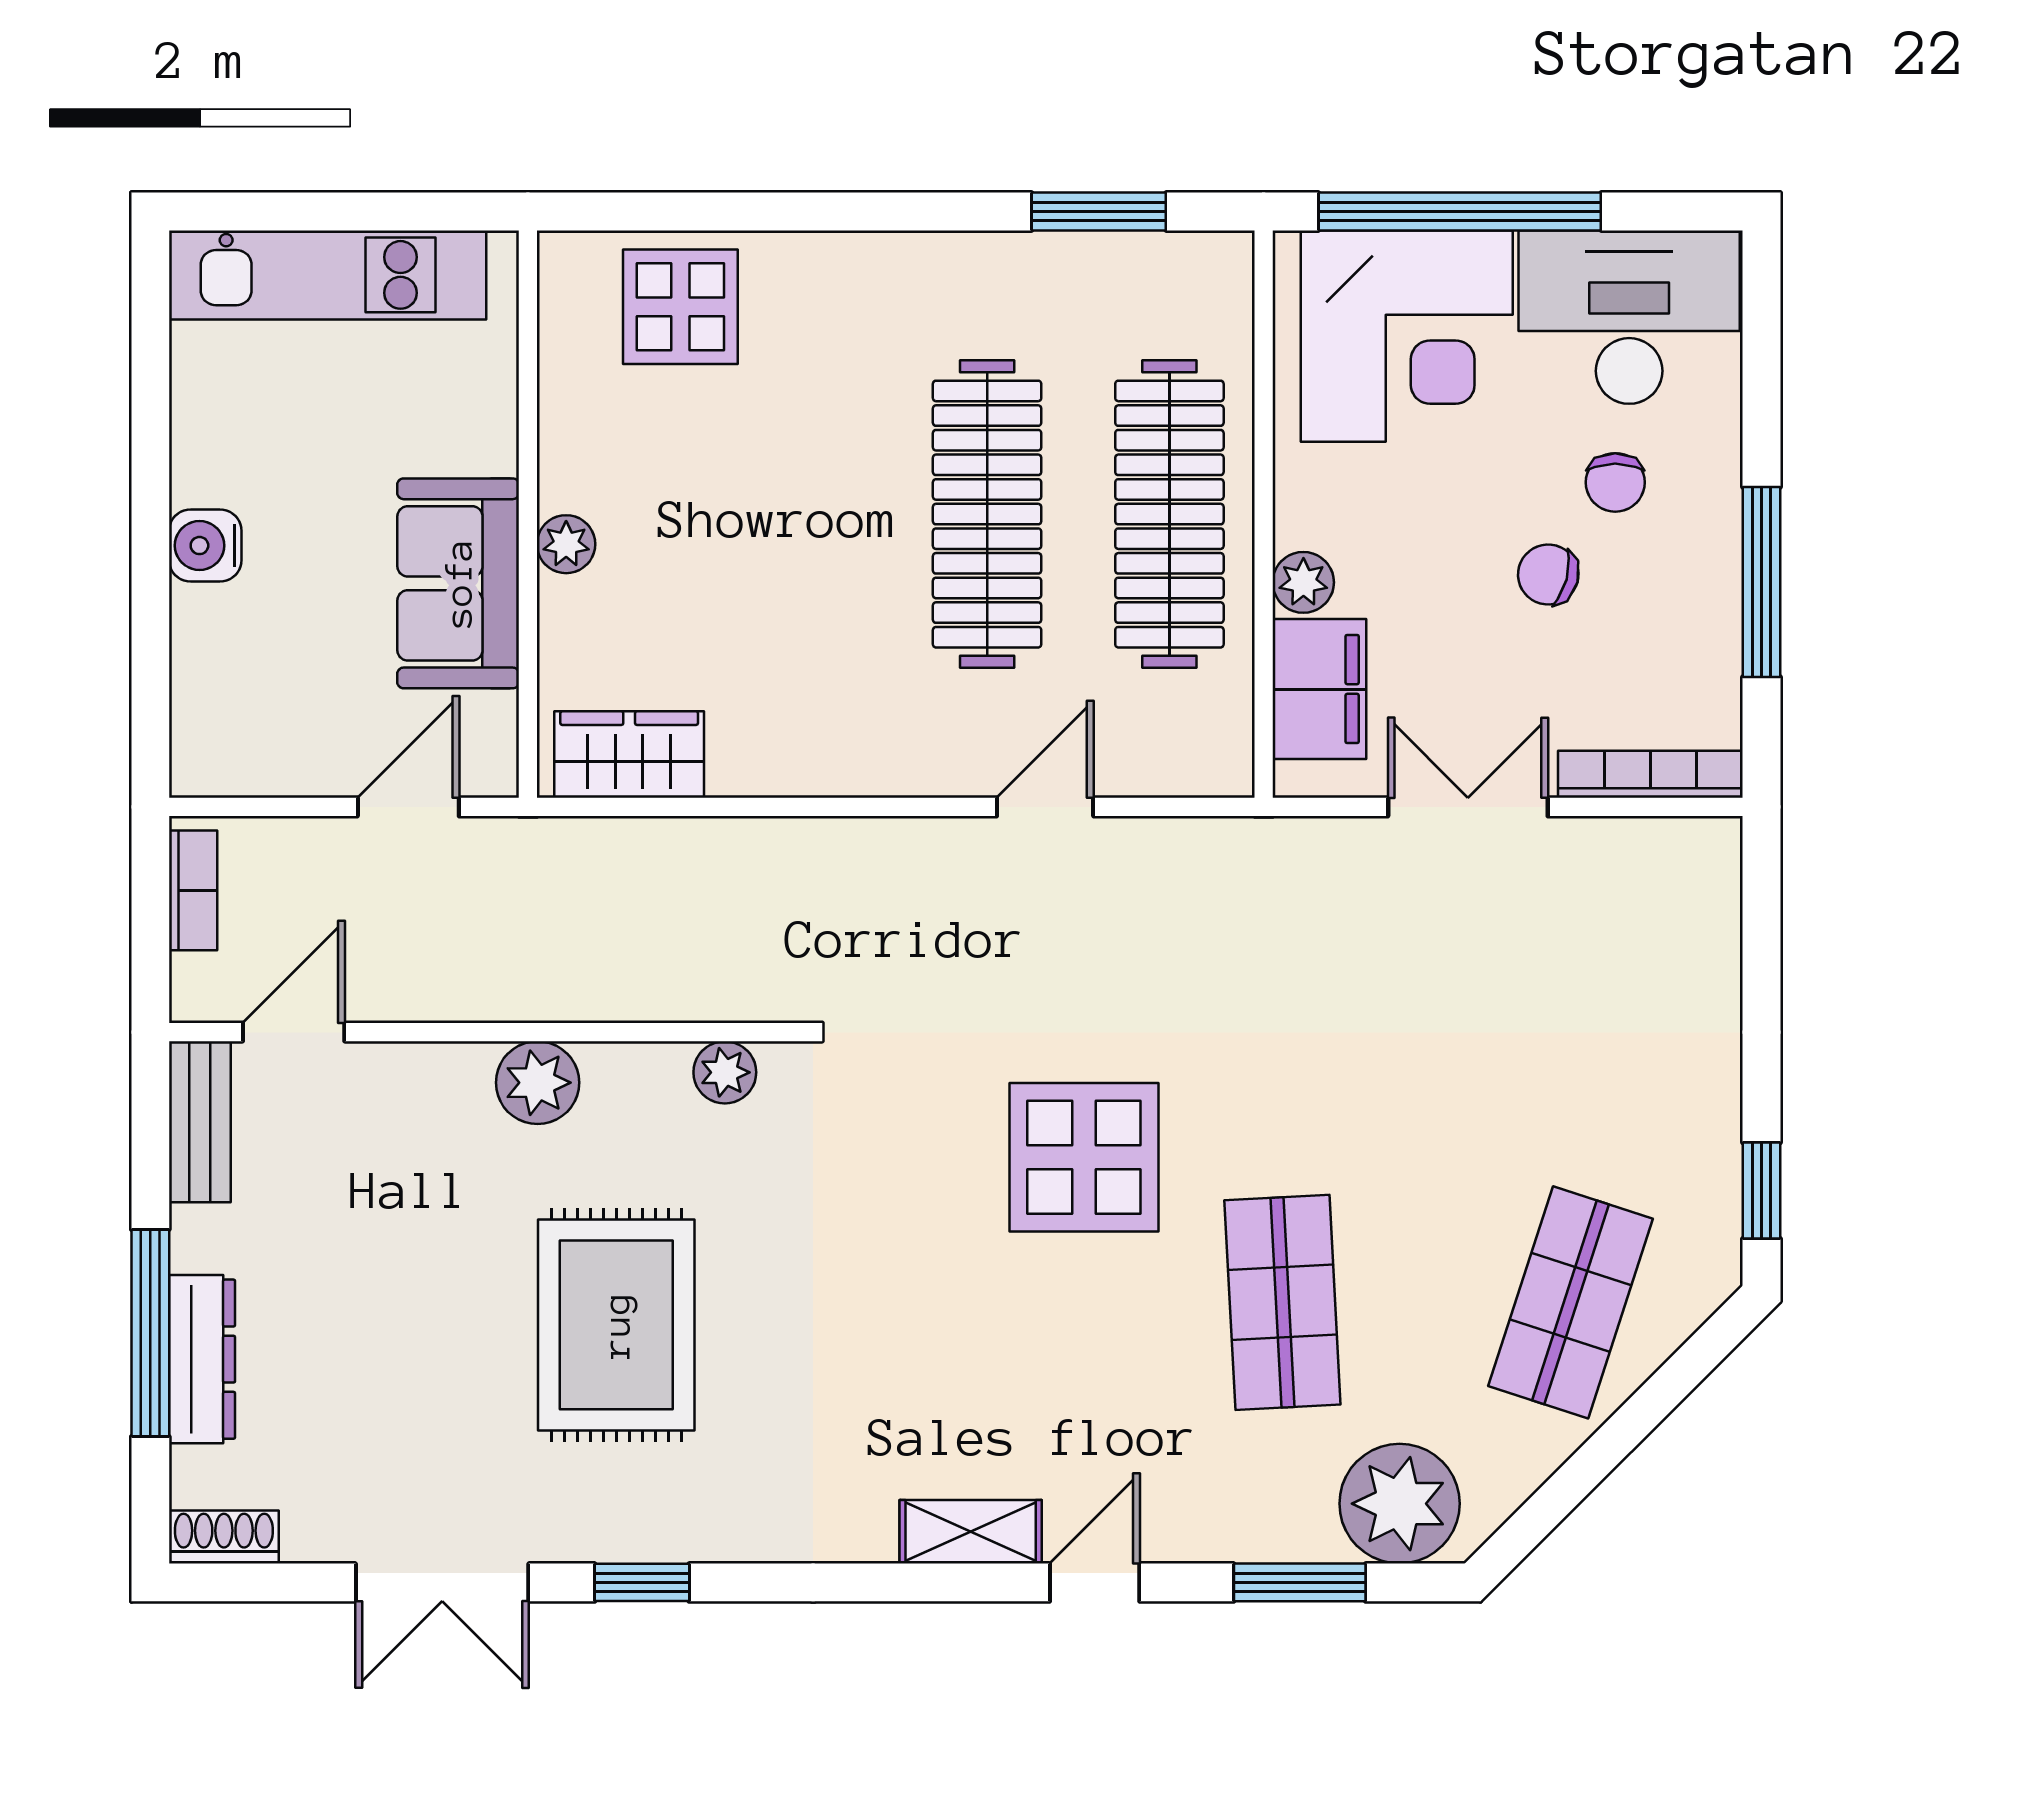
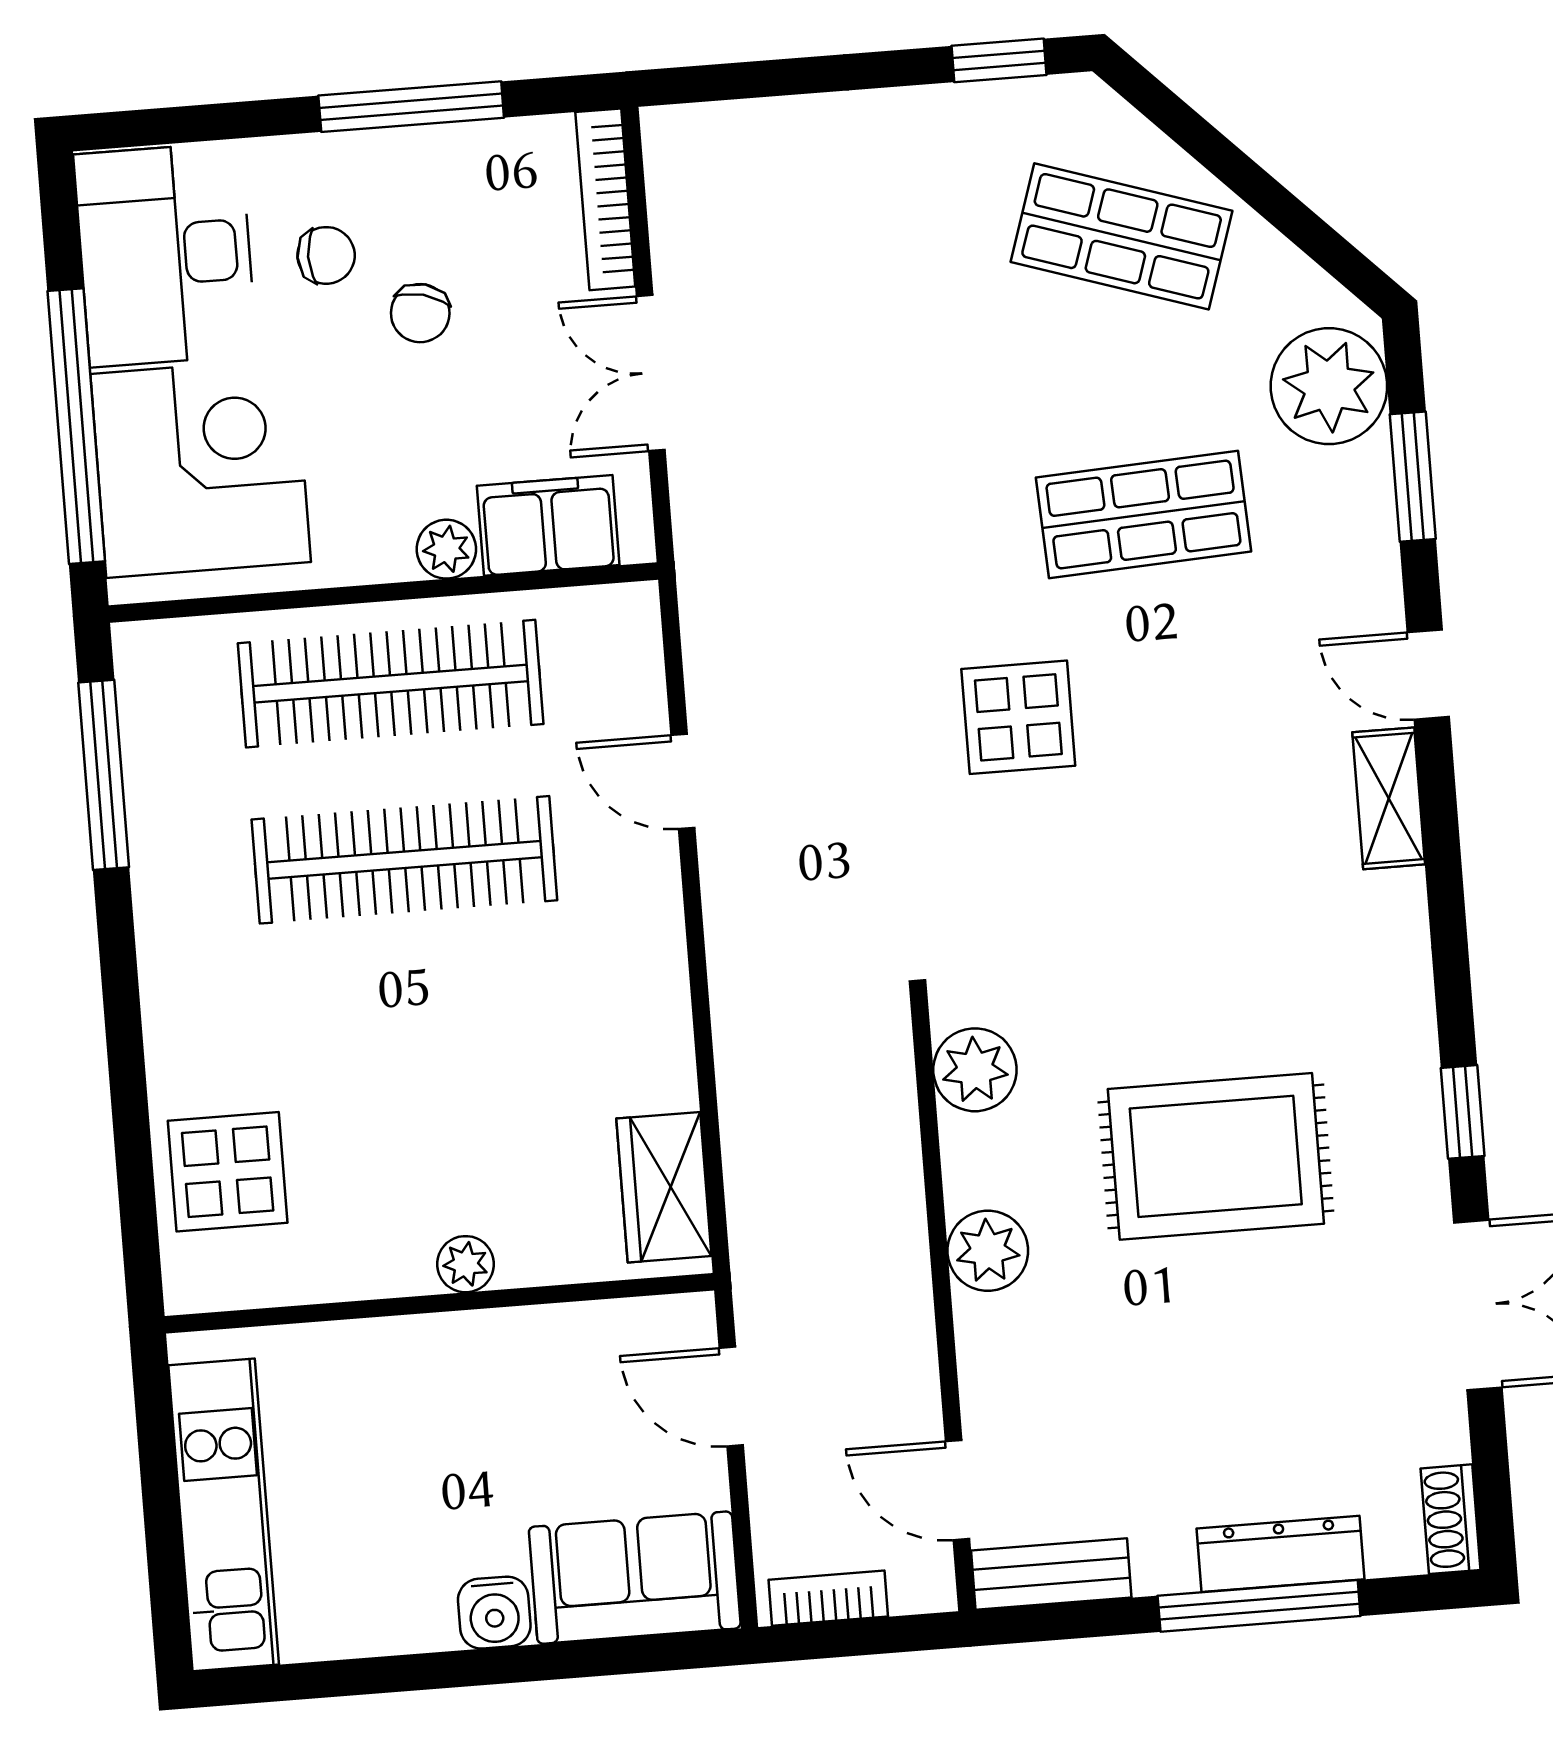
window: (1099, 211) -> (104, 775), width x1.44
sofa: (458, 583) -> (635, 1578), moved, turned 180
plant: (725, 1072) -> (975, 1070), width x1.38, depth x1.38
display table: (1084, 1157) -> (1018, 717), width x0.73, depth x0.73

